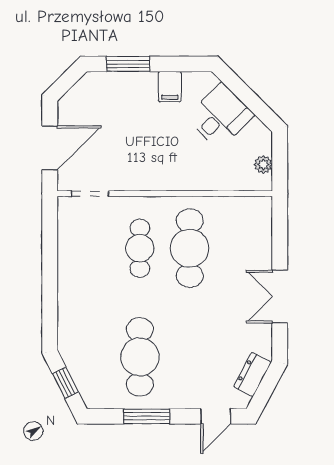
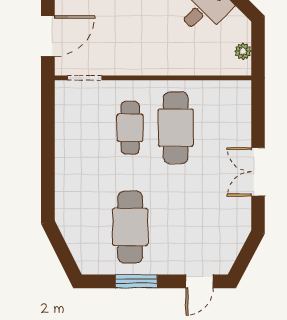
dresser: (252, 374) -> (233, 243), removed
window: (65, 383) -> (62, 251), removed

